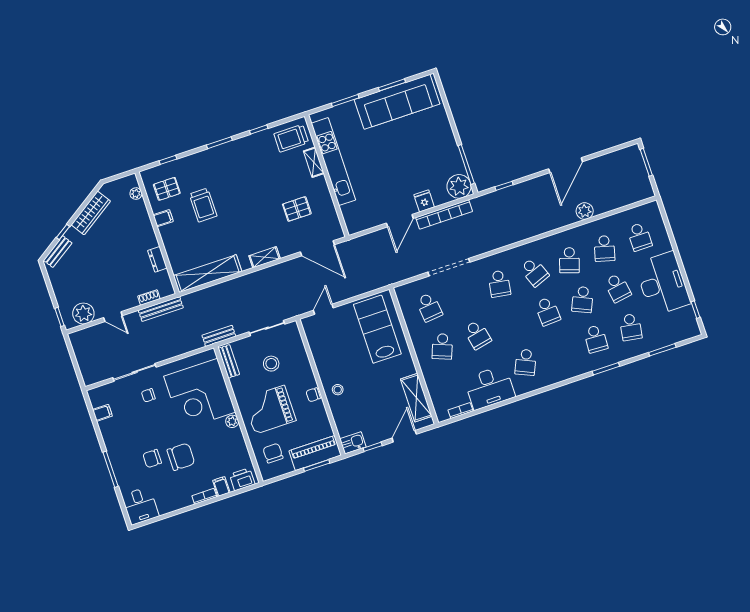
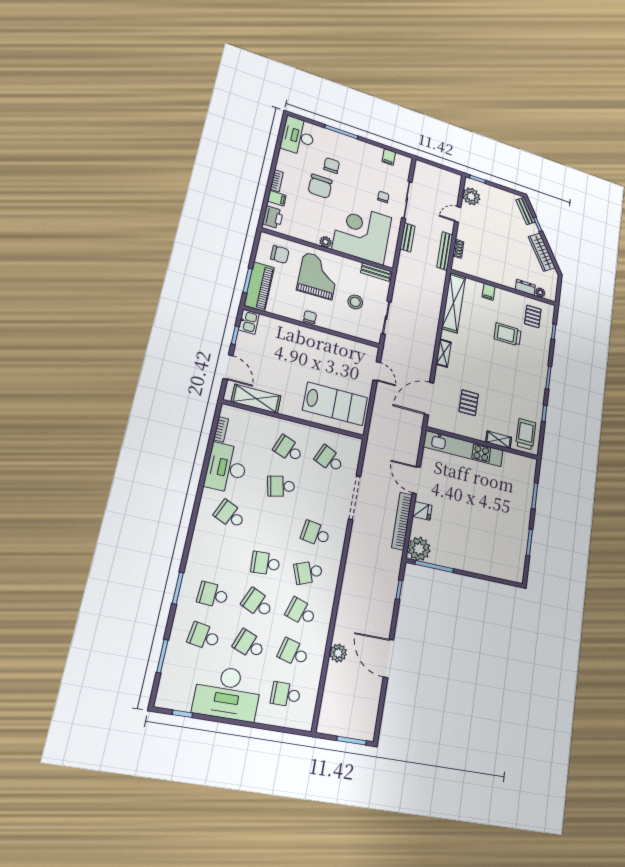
sofa: (397, 102) -> (514, 538), removed
kitchen unit: (333, 162) -> (464, 449), moved
filing cabinet: (163, 218) -> (489, 292), moved
dresser: (157, 259) -> (525, 287), moved
school desk: (618, 288) -> (249, 645), turned 30
school desk: (429, 307) -> (329, 459), turned 30
bench: (219, 336) -> (407, 237), moved
stool: (338, 390) -> (302, 339), removed
desk: (140, 506) -> (298, 136), width x1.37

